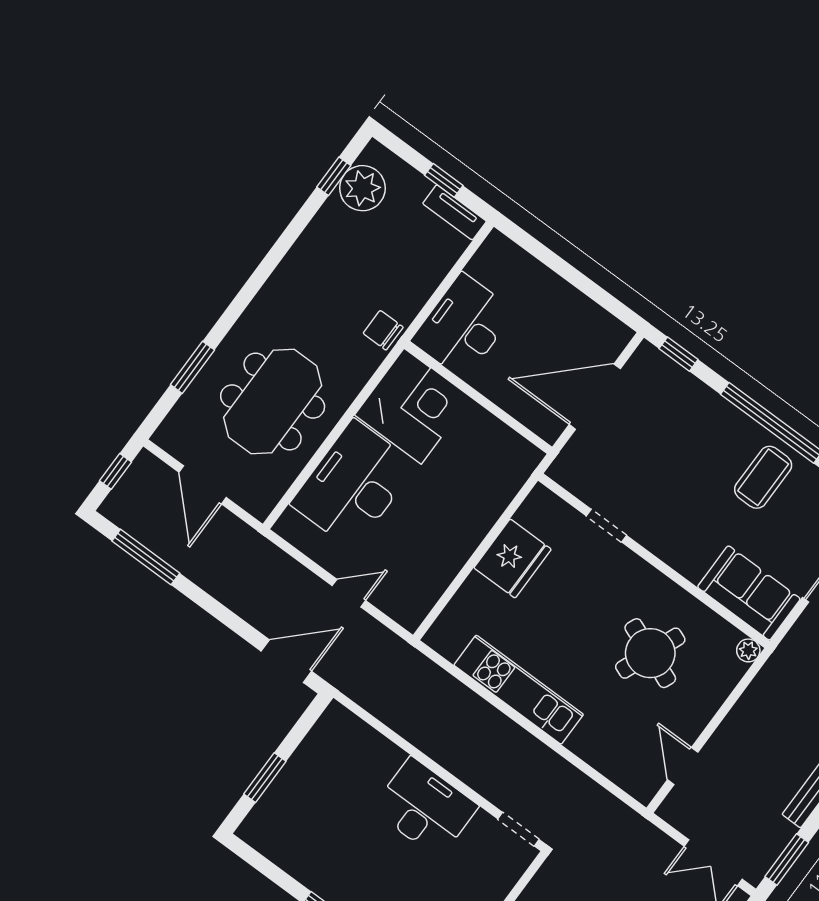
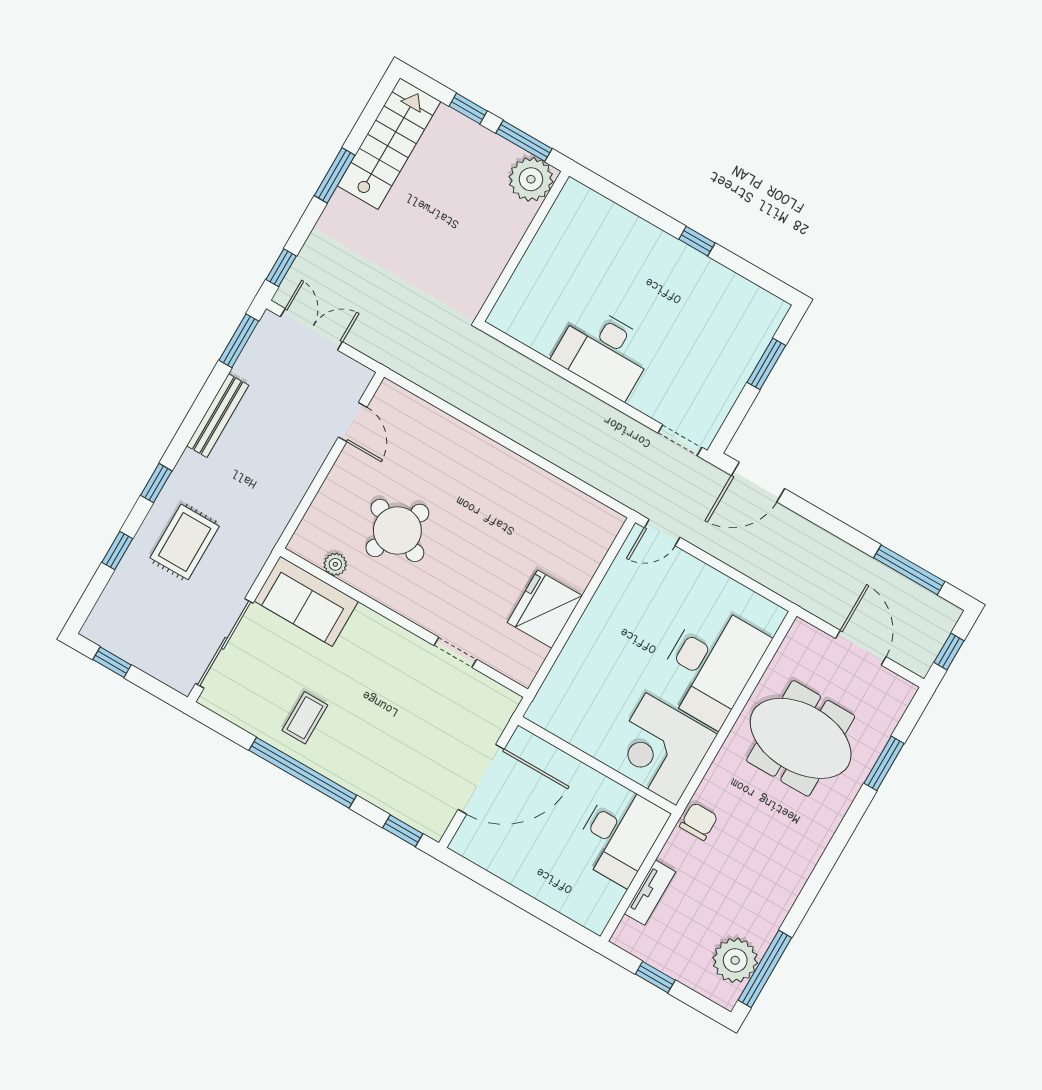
window: (334, 176) -> (765, 969), width x2.17
tv unit: (455, 212) -> (650, 893), moved, turned 90
chair: (383, 330) -> (699, 821), turned -90
meeting table: (273, 401) -> (801, 738), turned 90
coffee table: (763, 477) -> (305, 718), width x0.73, depth x0.77
door: (349, 593) -> (662, 533), moved
plant: (748, 650) -> (335, 564), moved
kitchen unit: (519, 690) -> (524, 479), removed
doorway: (518, 829) -> (680, 440), moved

